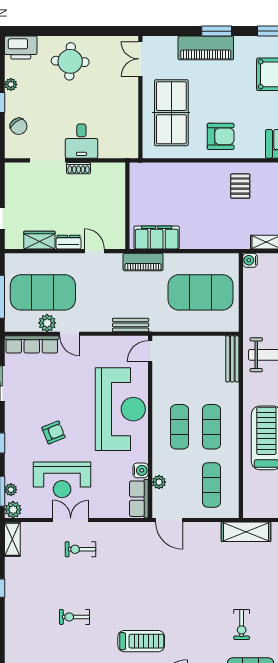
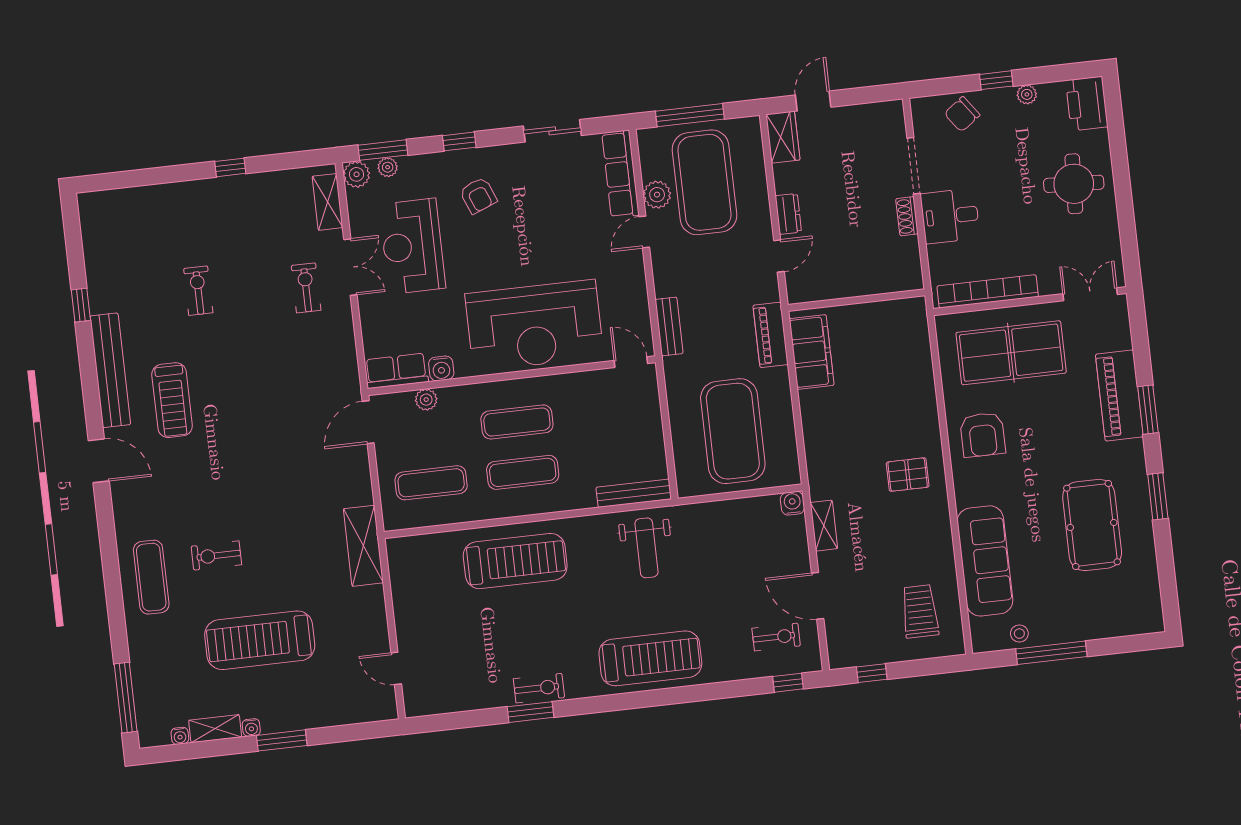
bookcase: (131, 123) -> (988, 291), added
wardrobe: (39, 240) -> (783, 137), moved
armchair: (54, 432) -> (478, 195), moved
shelving: (12, 539) -> (328, 202), moved, turned 90

